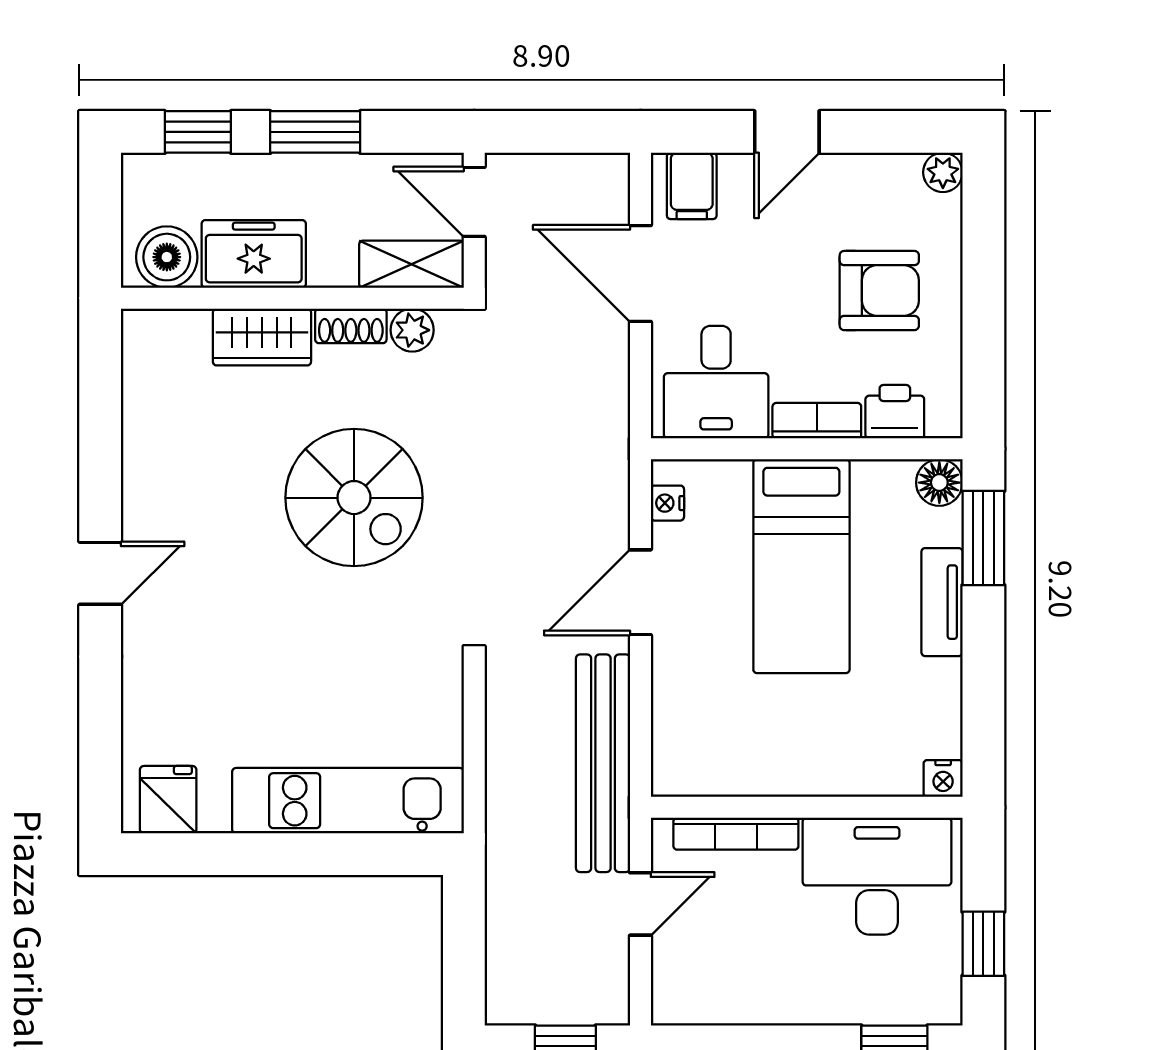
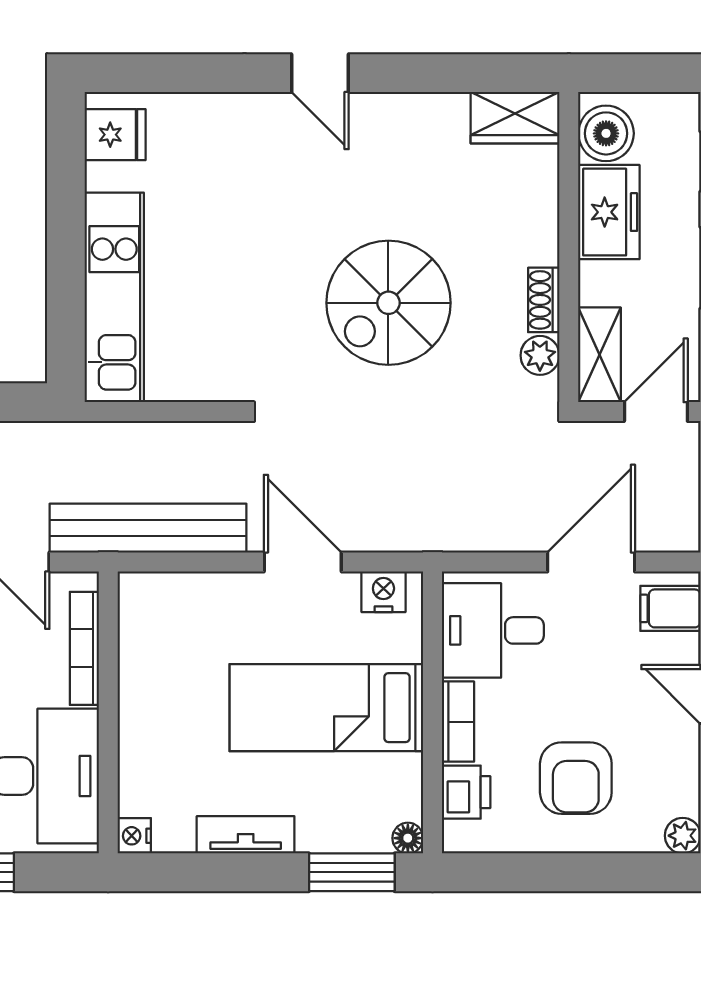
wardrobe: (262, 337) -> (515, 118), moved, turned -90
floor lamp: (939, 483) -> (408, 838), width x0.73, depth x0.73
nightstand: (667, 503) -> (383, 592), width x1.39, depth x1.35
tv unit: (942, 602) -> (246, 835), moved

